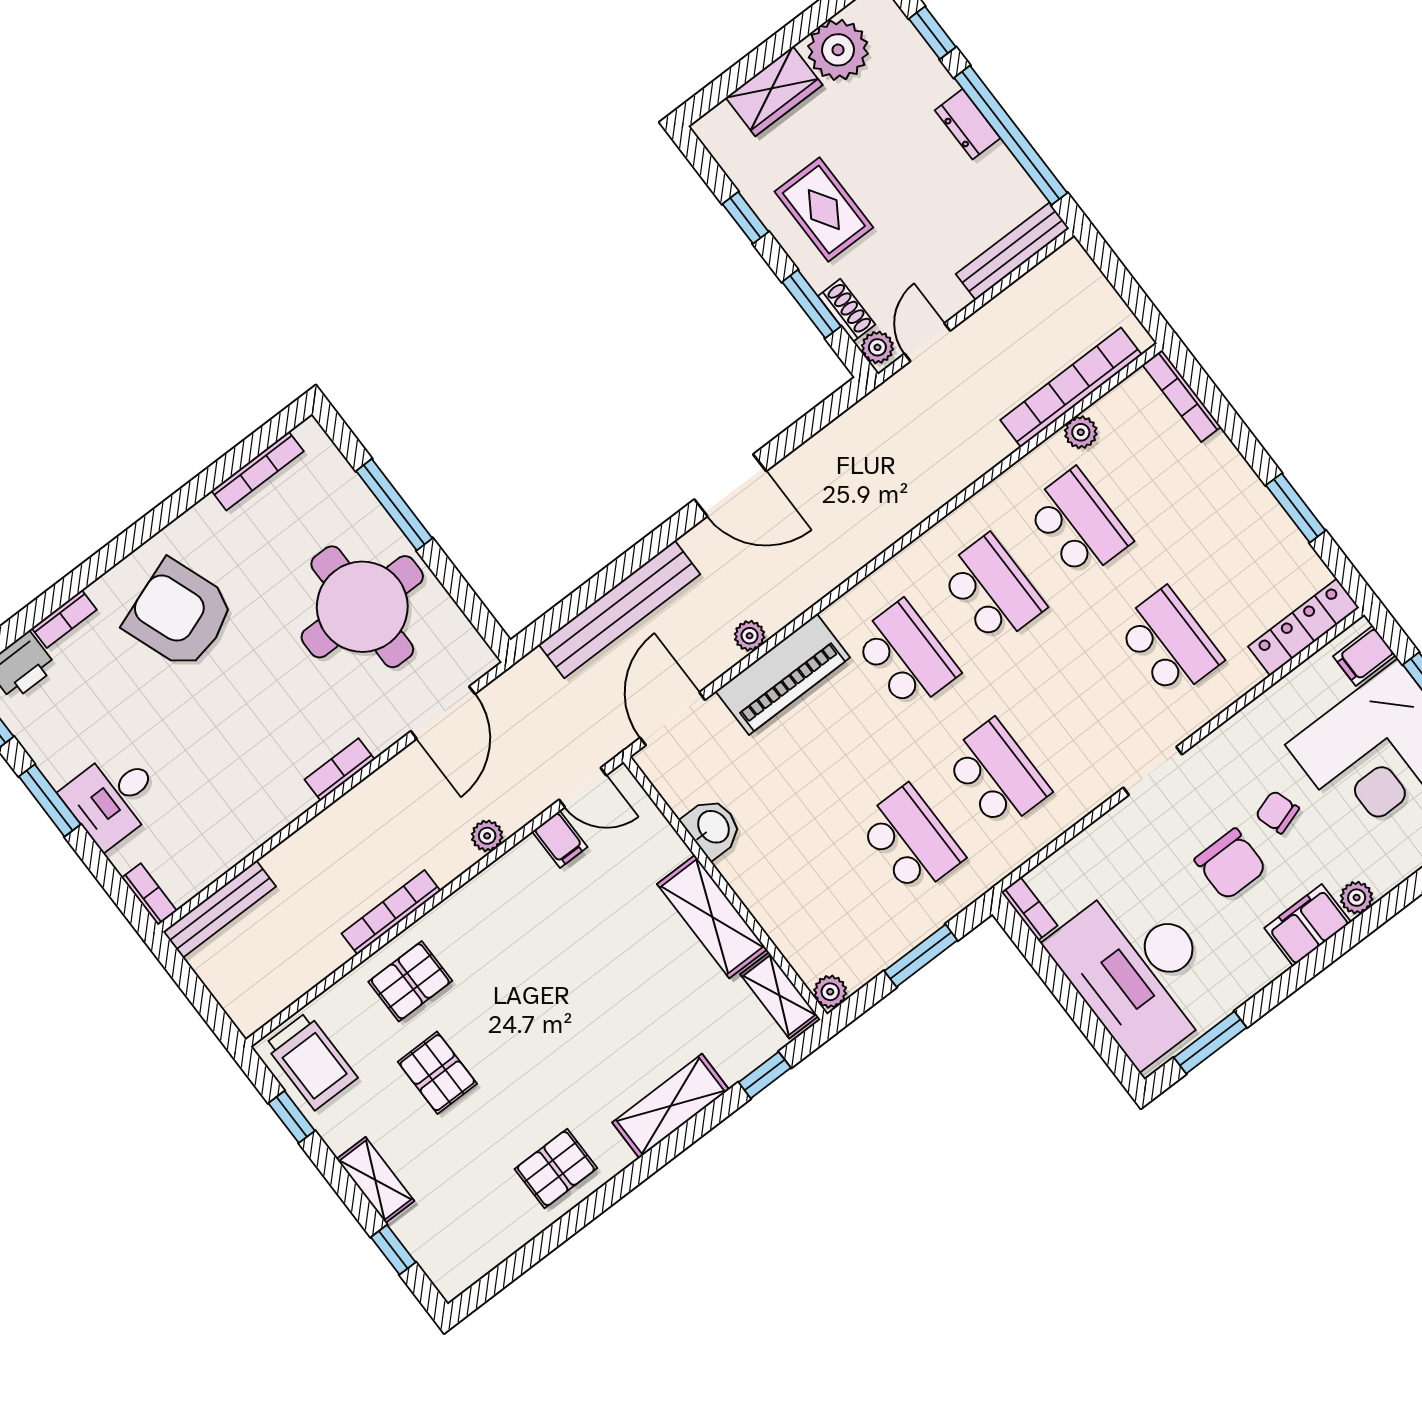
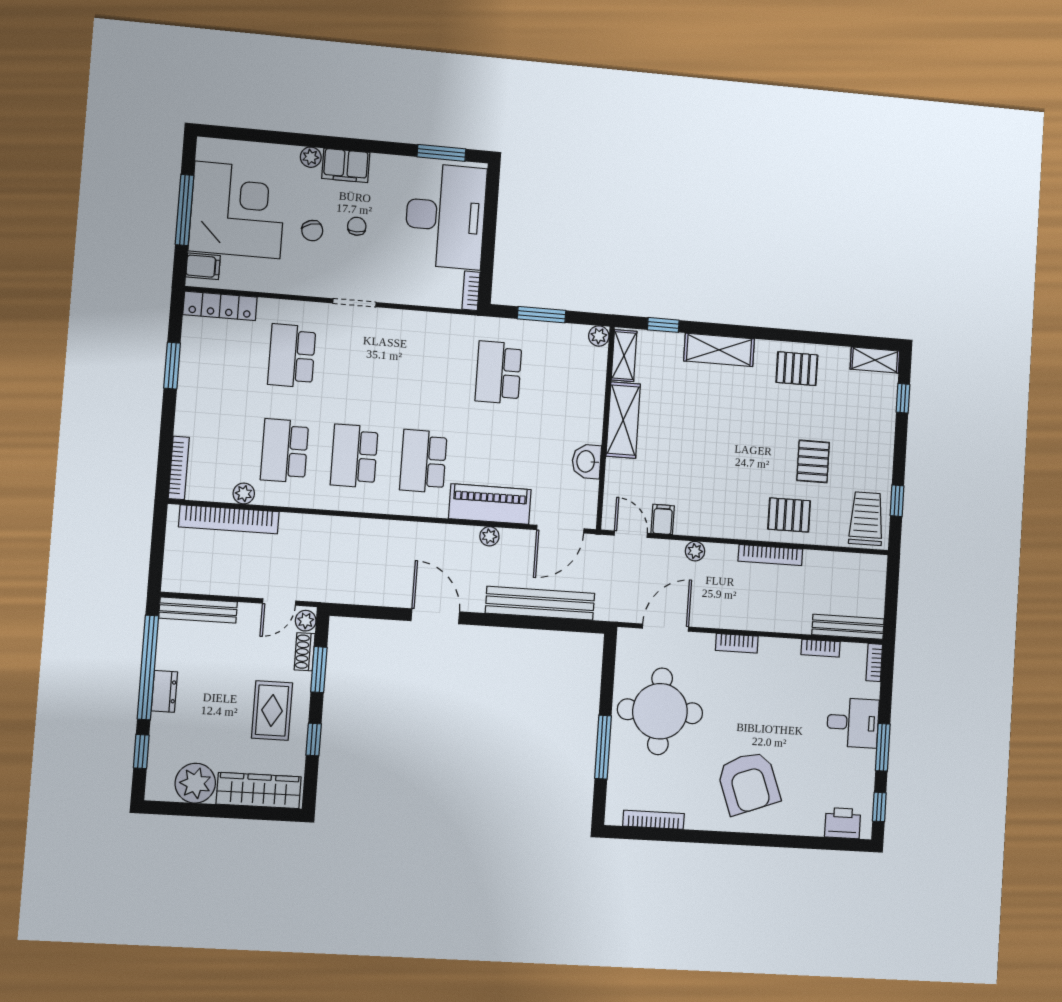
wardrobe: (774, 91) -> (259, 791), width x1.50
bookcase: (64, 619) -> (821, 648), moved, turned 180
school desk: (997, 775) -> (430, 367), removed
chair: (1231, 864) -> (357, 226), width x0.54, depth x0.54
shelving: (375, 1180) -> (875, 360), moved, turned 90

